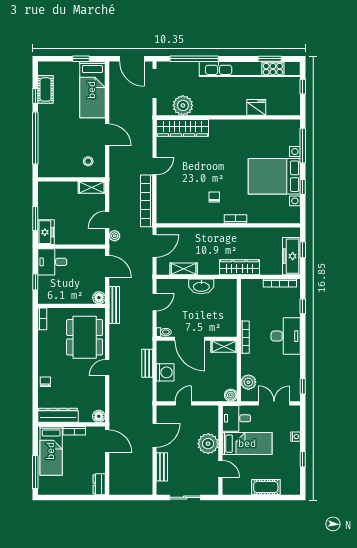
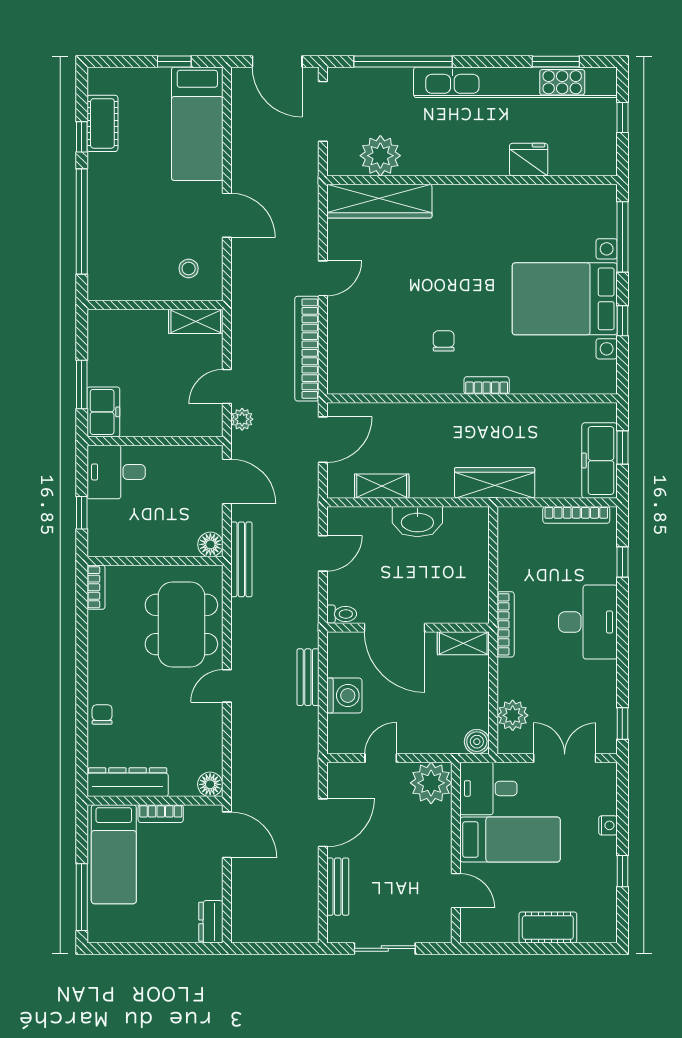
plant: (208, 444) -> (431, 783), moved

